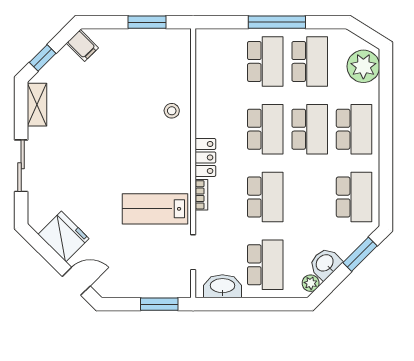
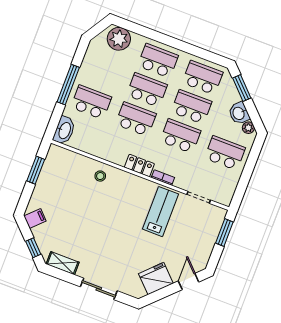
school desk: (310, 61) -> (191, 107), moved
lab bench: (155, 209) -> (161, 212), turned 180
washbasin: (222, 286) -> (64, 130), moved, turned 180

